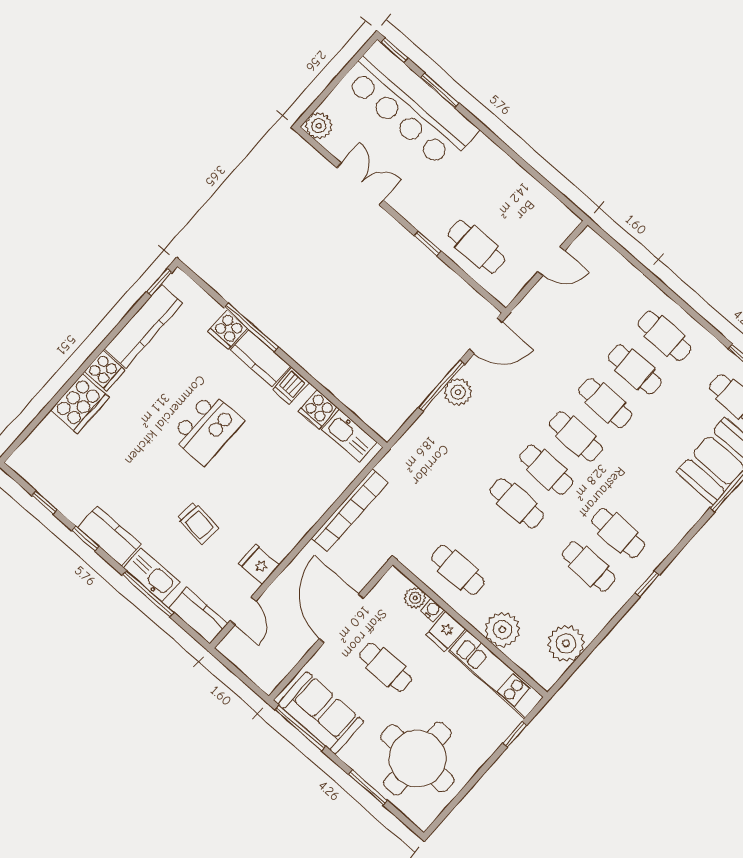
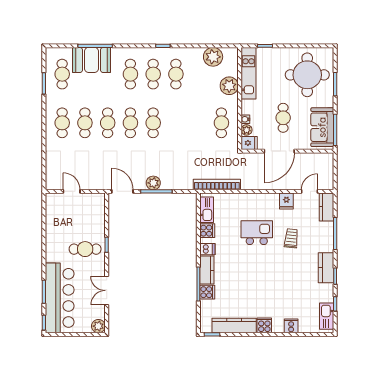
cafe table: (476, 247) -> (85, 249), moved, turned 90
cooker: (80, 404) -> (291, 326), width x0.53, depth x0.76
kitchen island: (207, 428) -> (257, 233), moved
cafe table: (517, 503) -> (130, 74), moved
bookcase: (350, 510) -> (217, 184), moved
kitchen sink: (152, 575) -> (327, 316), moved
fridge: (445, 632) -> (249, 143), moved

